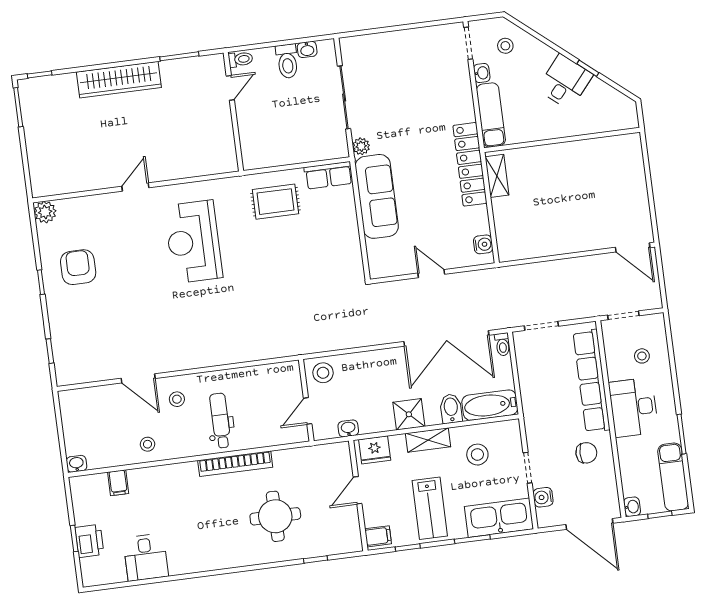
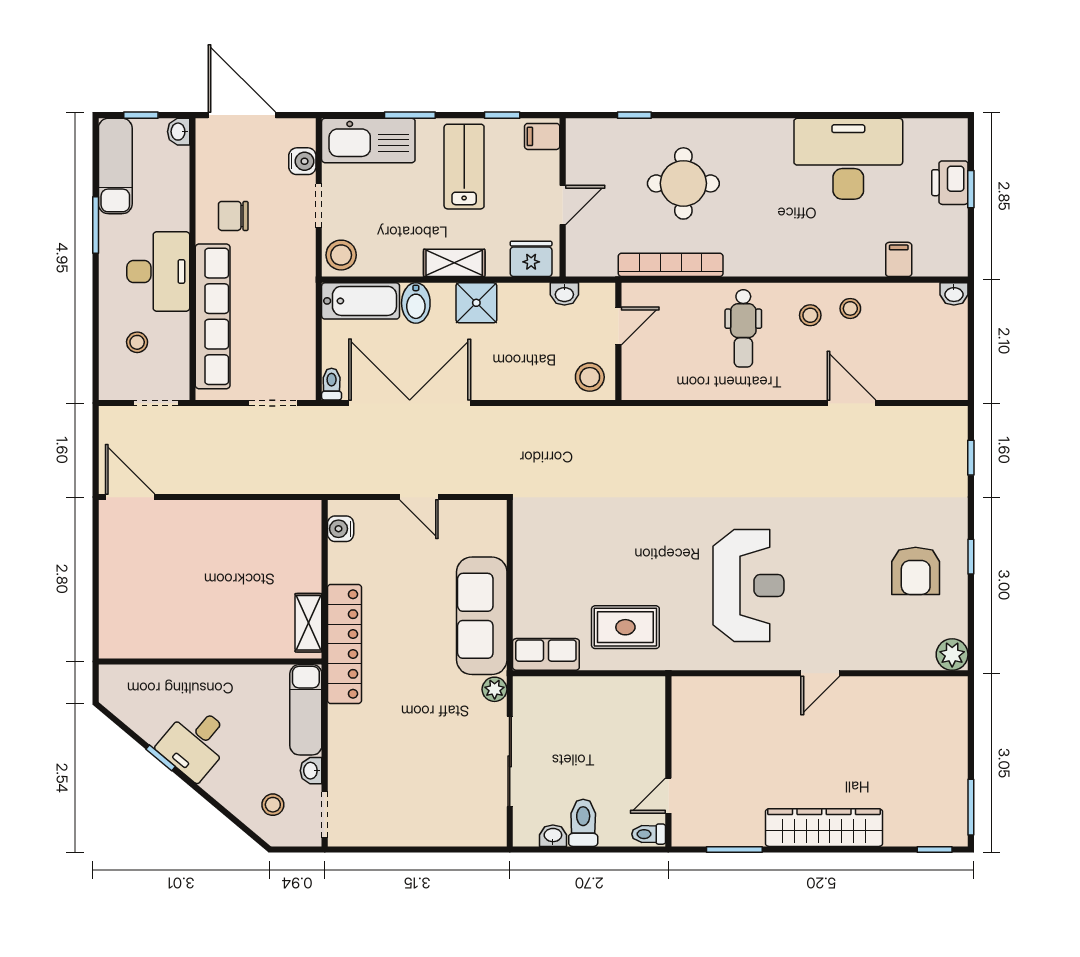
stool: (177, 399) -> (810, 315), moved
stool: (477, 455) -> (341, 255), moved
bookcase: (235, 464) -> (671, 265), moved
desk: (146, 557) -> (848, 159), width x1.87, depth x1.30

